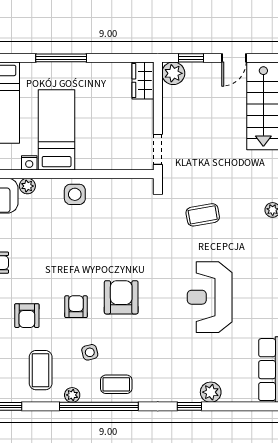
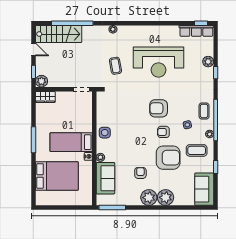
reception desk: (210, 297) -> (158, 62), width x1.36, depth x1.30
armchair: (27, 316) -> (168, 158), width x1.88, depth x1.88

